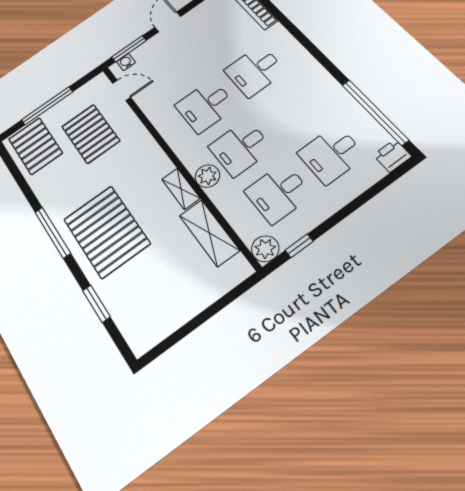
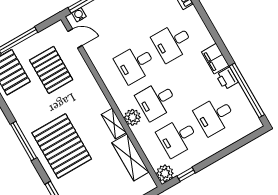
filing cabinet: (319, 80) -> (215, 59), added
printer: (392, 156) -> (227, 78), moved, turned -90

